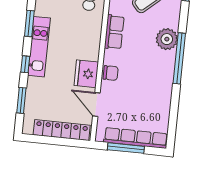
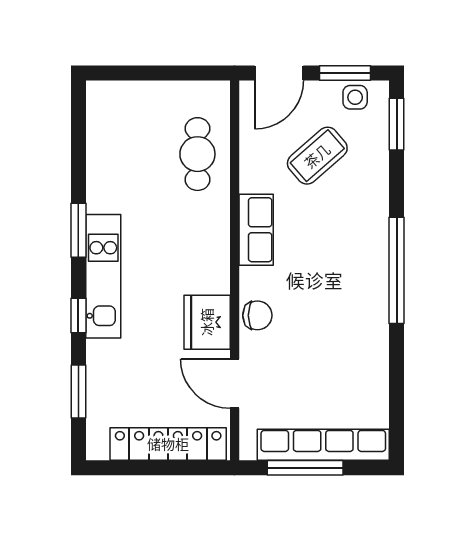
plant: (167, 39) -> (367, 233), removed

